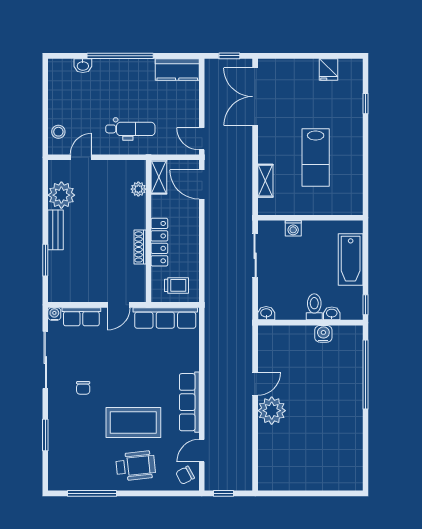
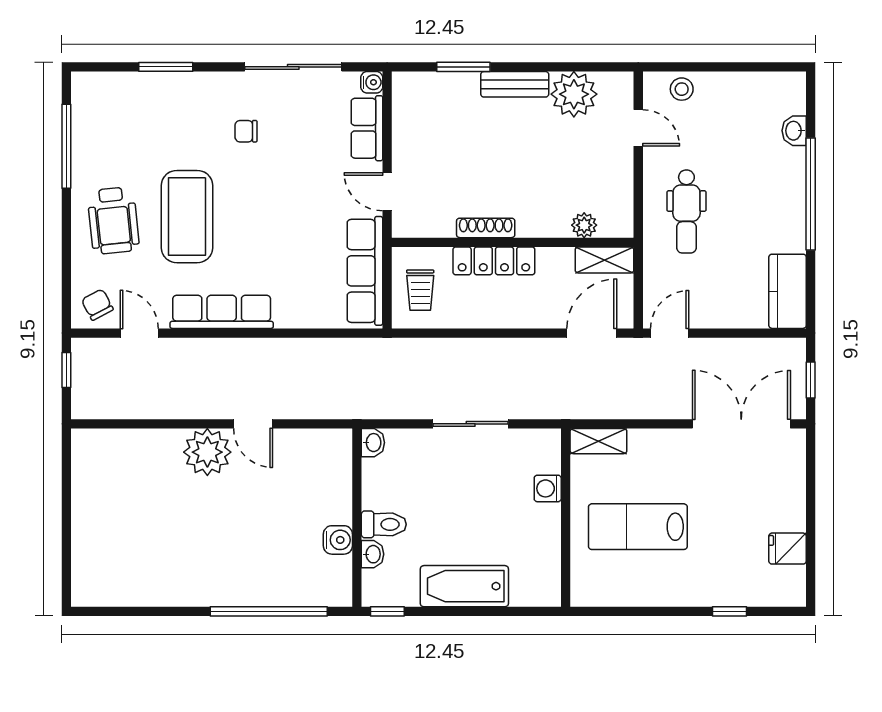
wall: (310, 218) -> (566, 518), moved
washing machine: (293, 228) -> (548, 488), moved

